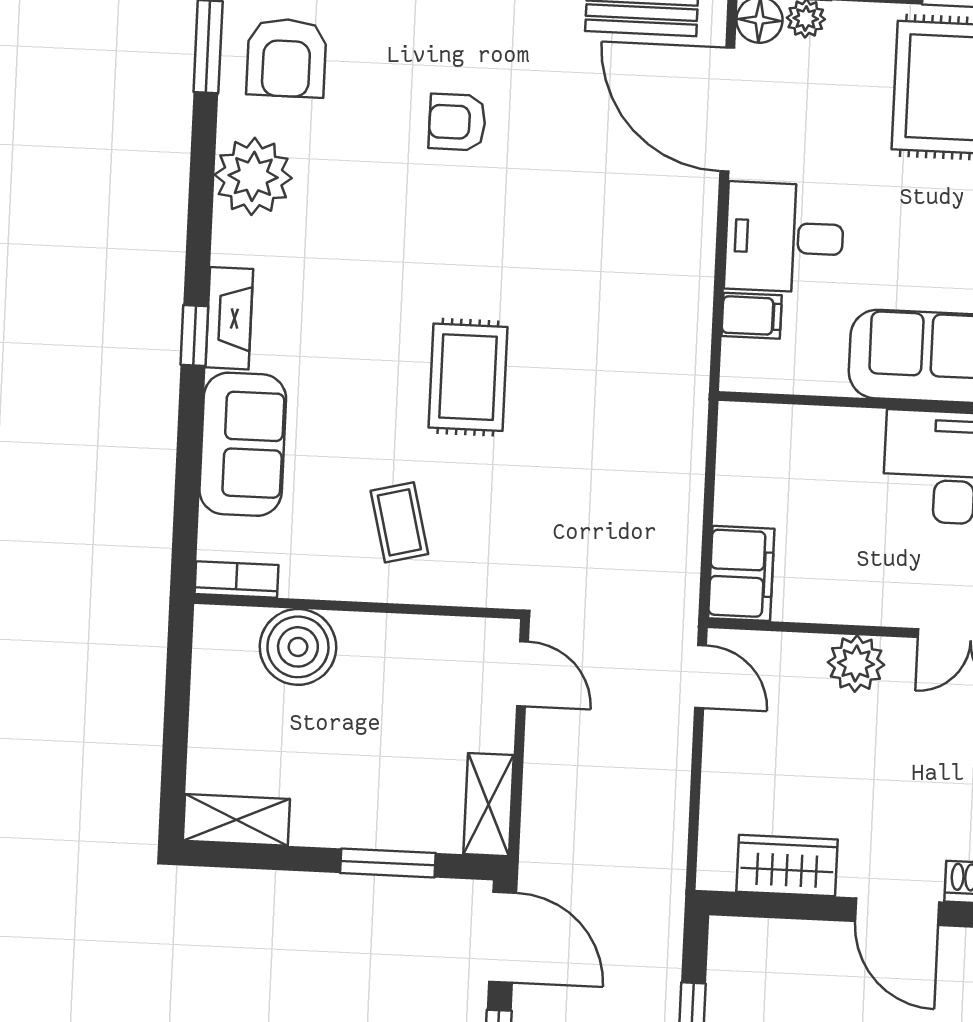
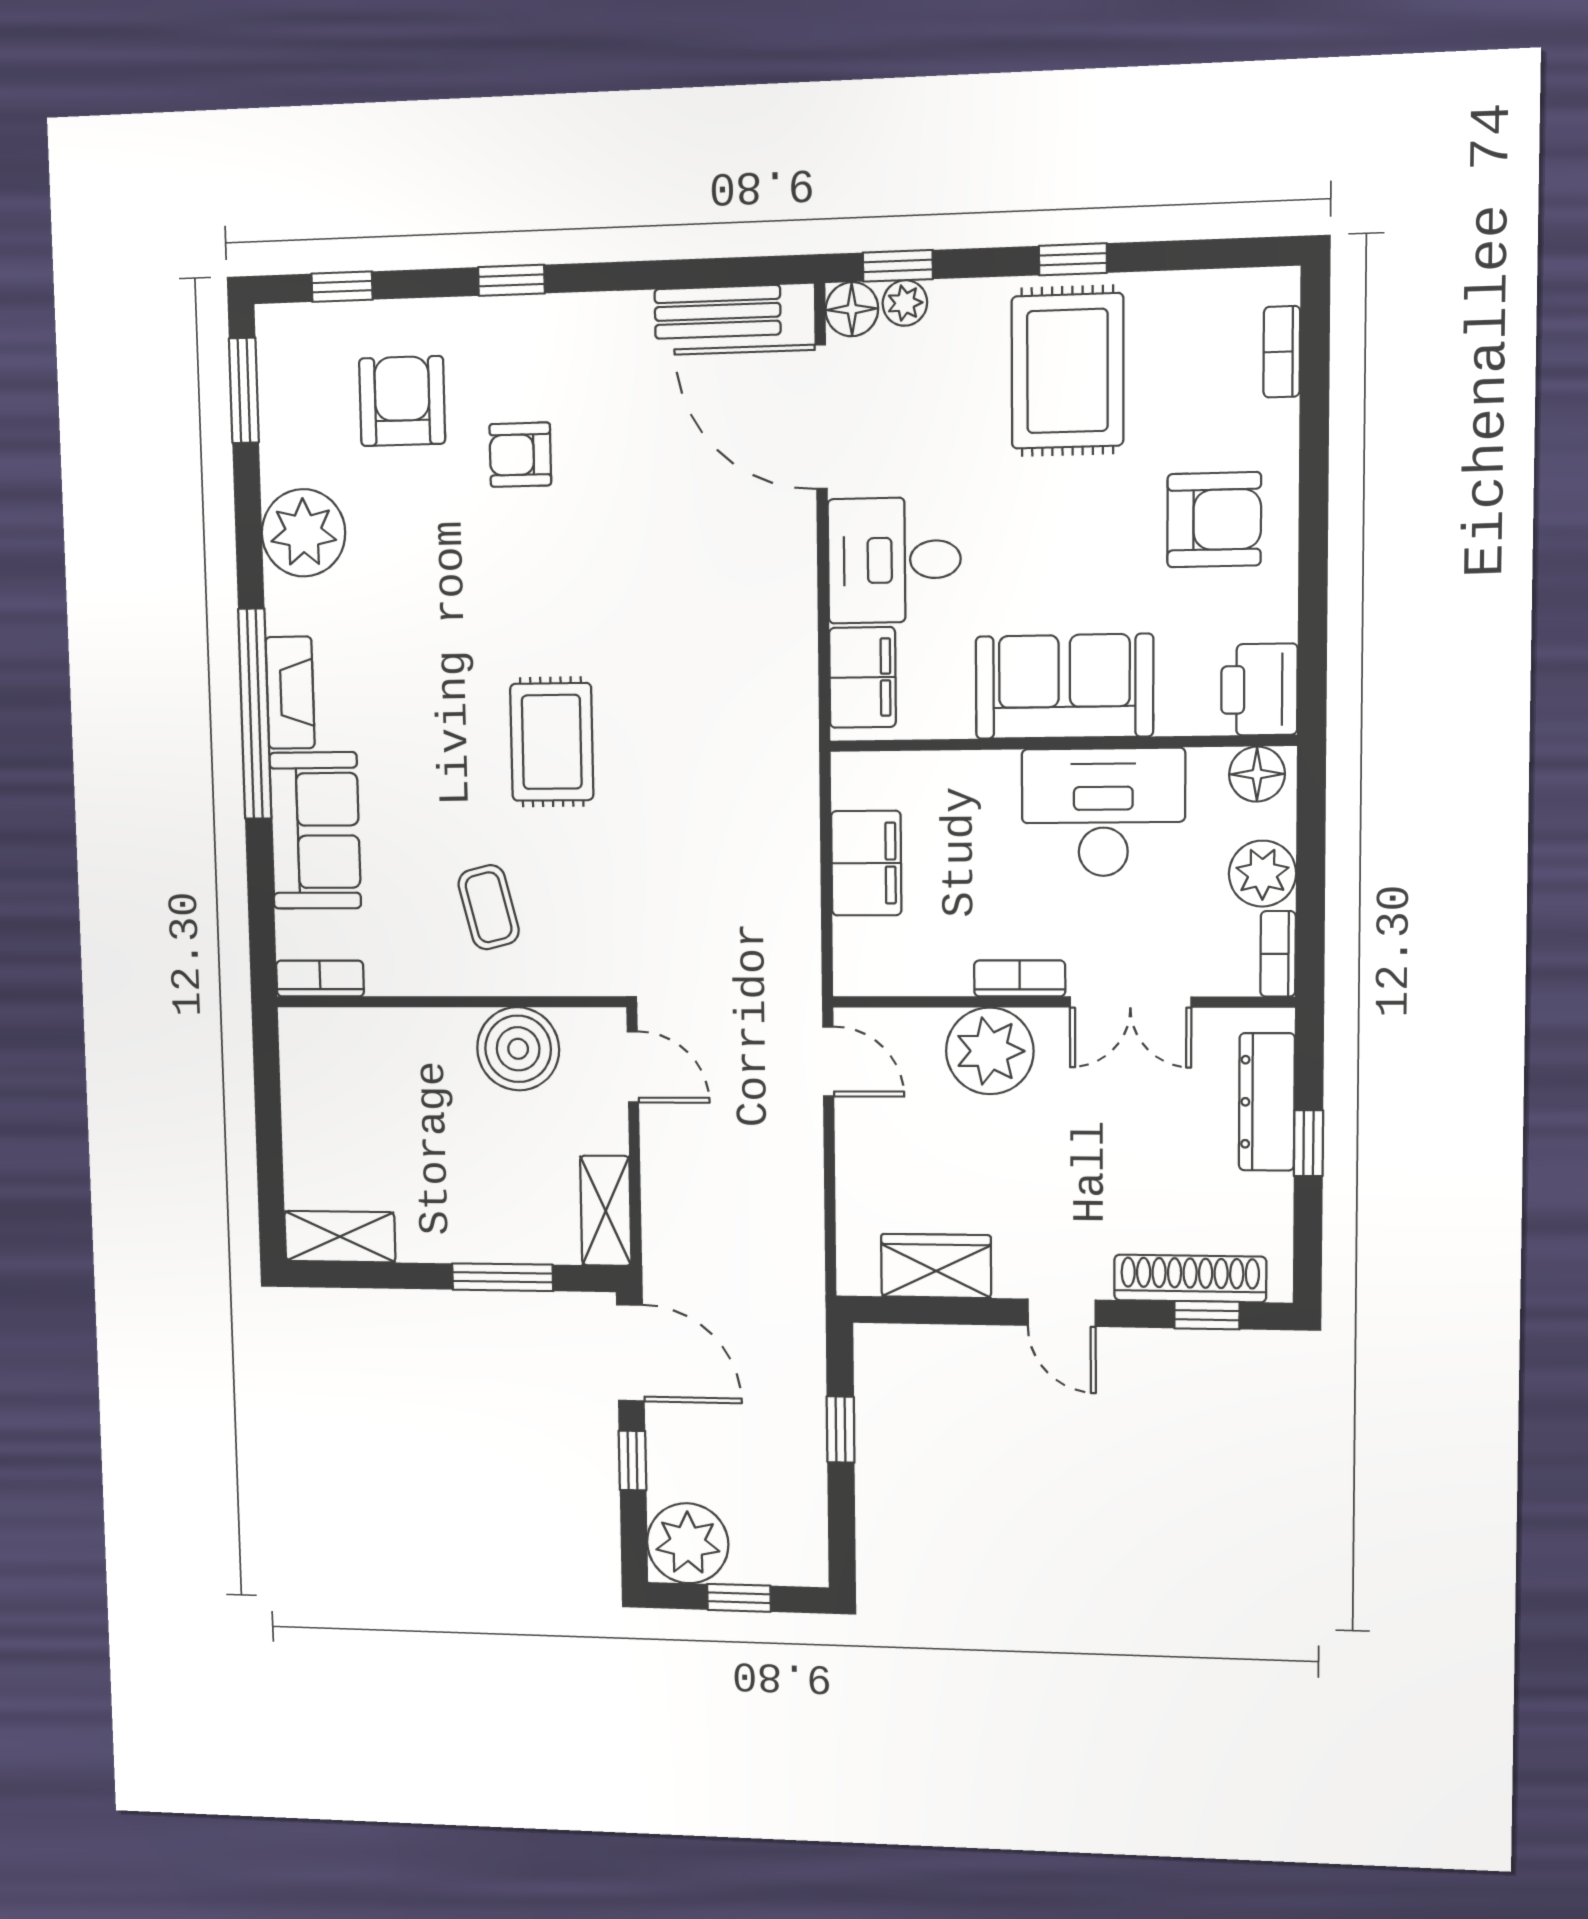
armchair: (286, 58) -> (402, 401), moved, turned 180
filing cabinet: (752, 316) -> (862, 677), width x2.00
window: (194, 335) -> (255, 714), width x3.17
filing cabinet: (741, 573) -> (866, 863), moved
bookcase: (875, 610) -> (1020, 978), added
boiler: (298, 647) -> (518, 1049), moved
plant: (856, 664) -> (990, 1051), width x1.36, depth x1.36
door: (897, 912) -> (1062, 1313), width x0.73

